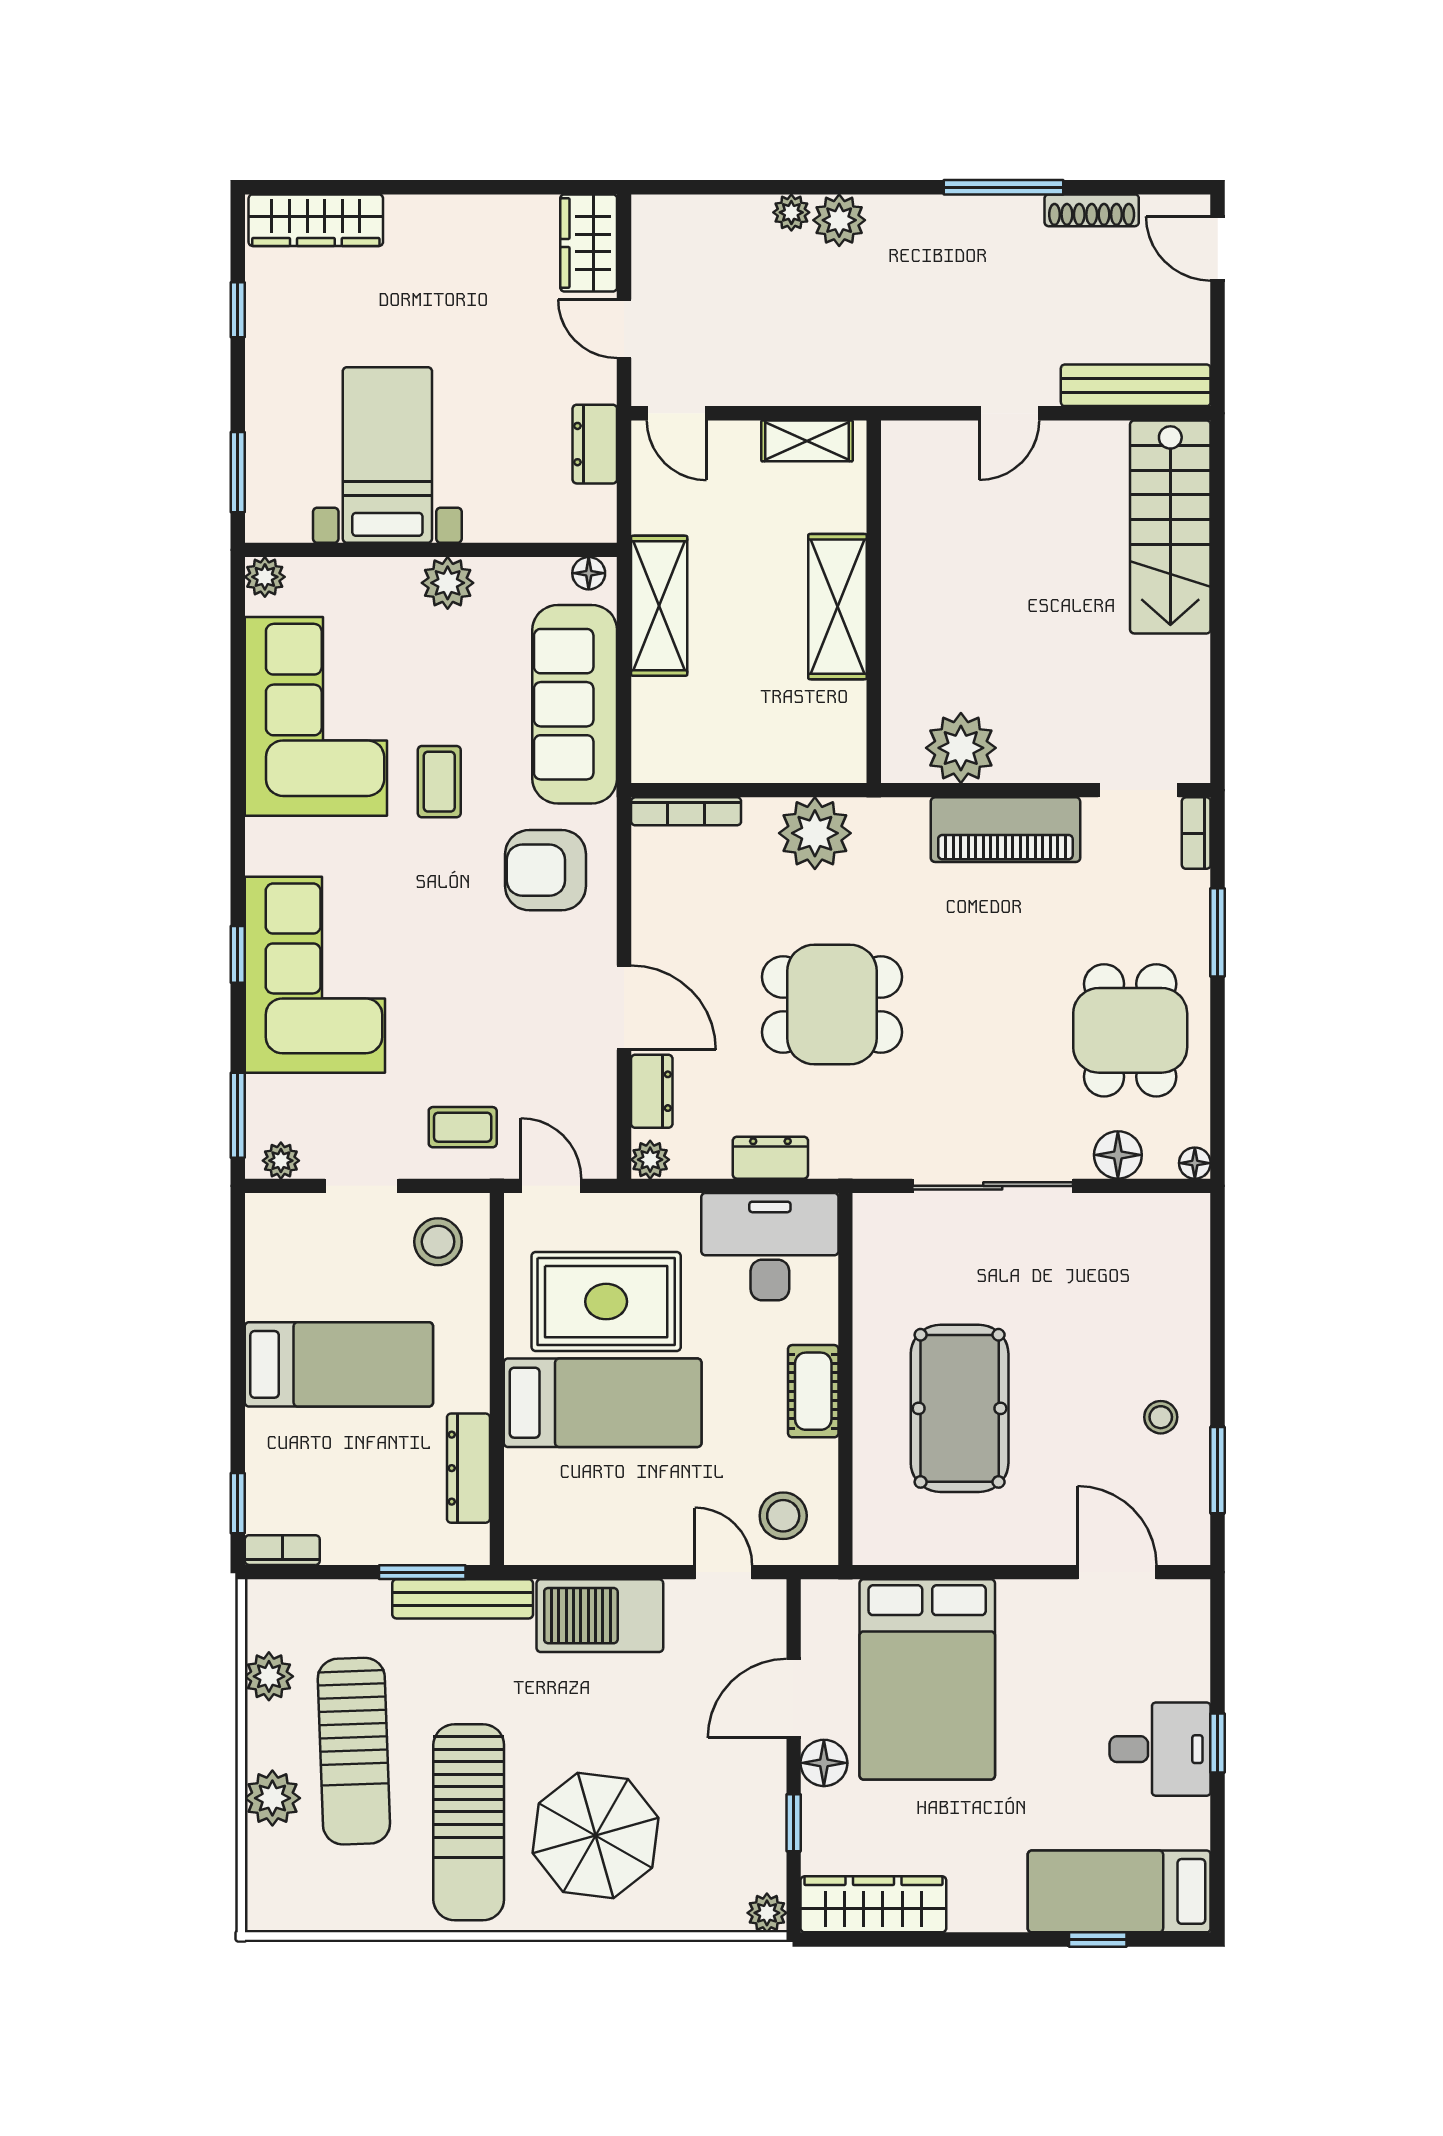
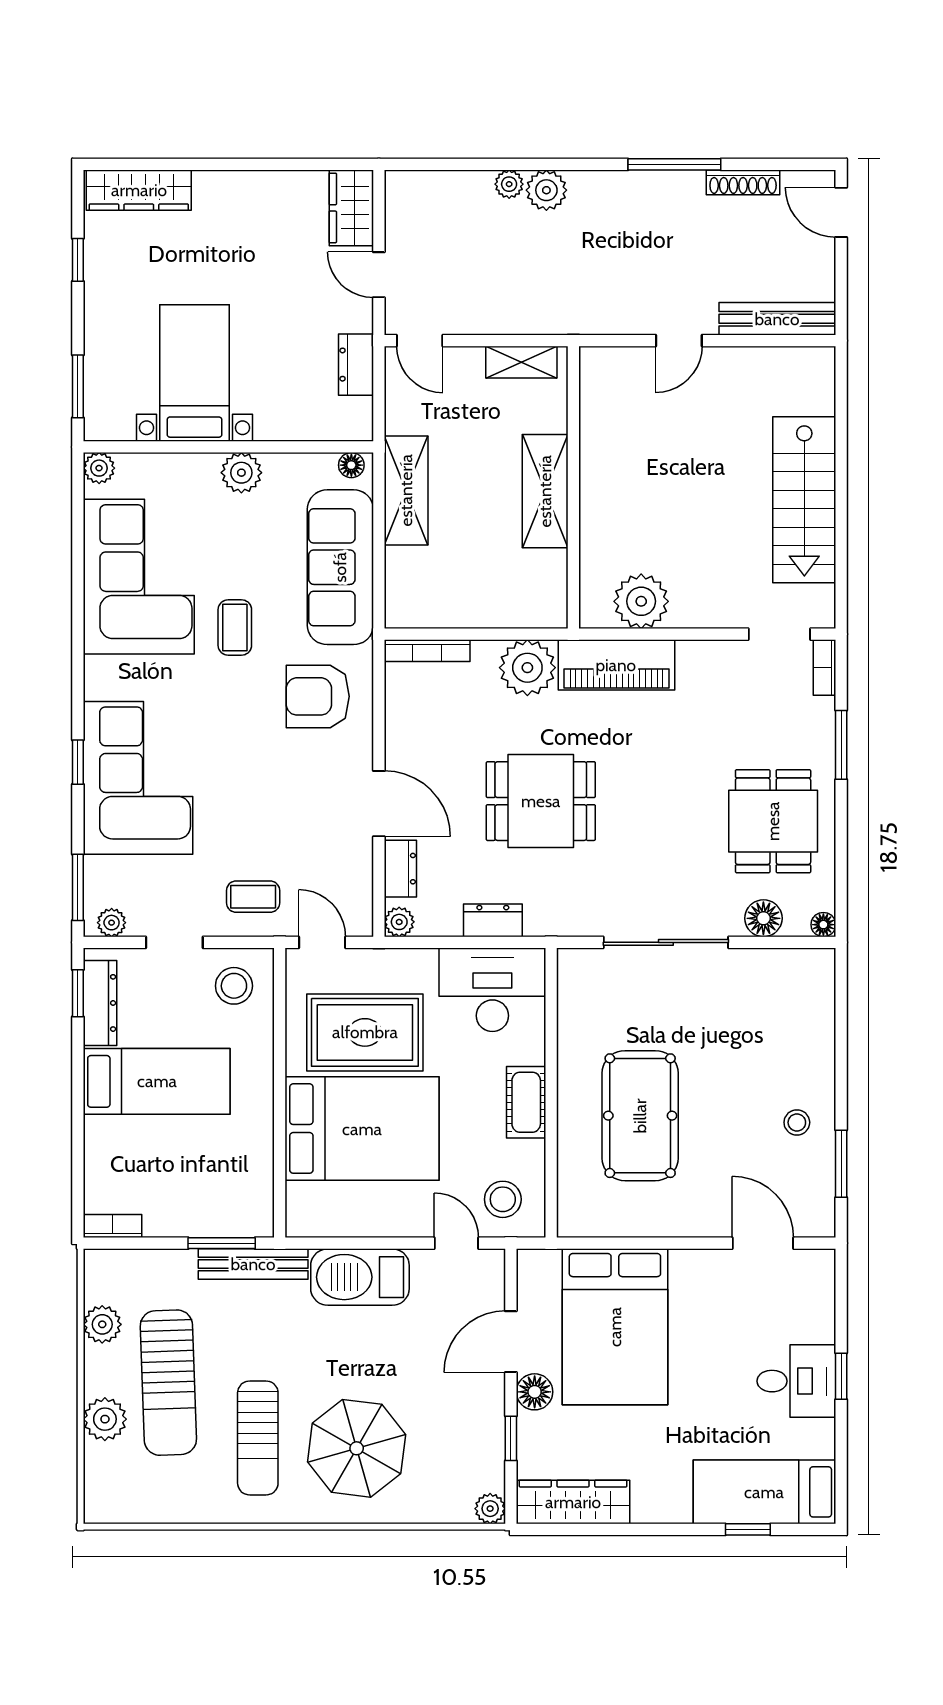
stairs: (1170, 527) -> (804, 500), moved
piano: (1005, 830) -> (616, 665), moved
bed: (603, 1403) -> (362, 1129), width x1.50
dresser: (468, 1468) -> (100, 1003), moved, turned 180
window: (238, 1503) -> (78, 993), moved
sun lounger: (469, 1822) -> (258, 1438), width x0.73, depth x0.75

